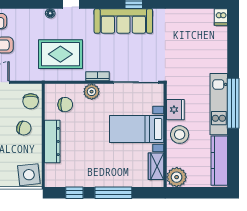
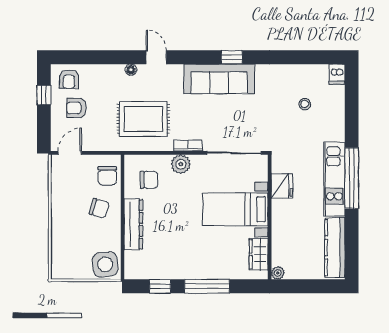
stool: (180, 135) -> (305, 104), moved, width x0.53, depth x0.53
plant: (177, 177) -> (278, 273), width x0.53, depth x0.53

